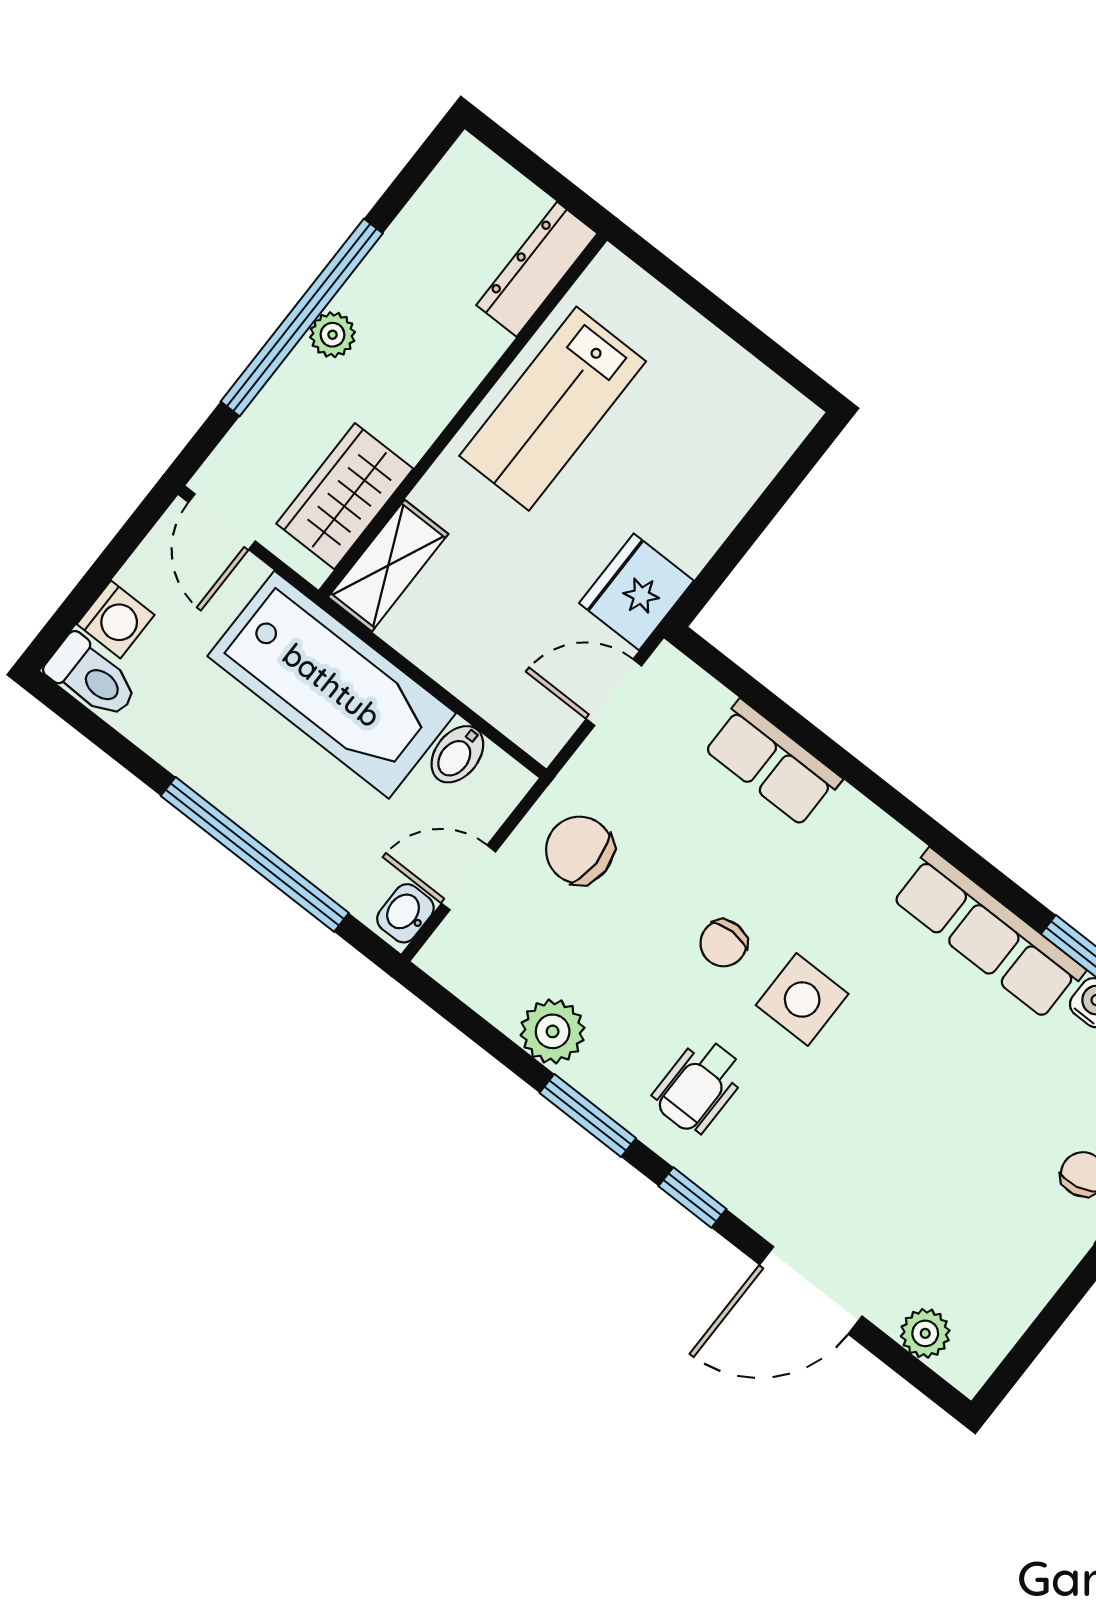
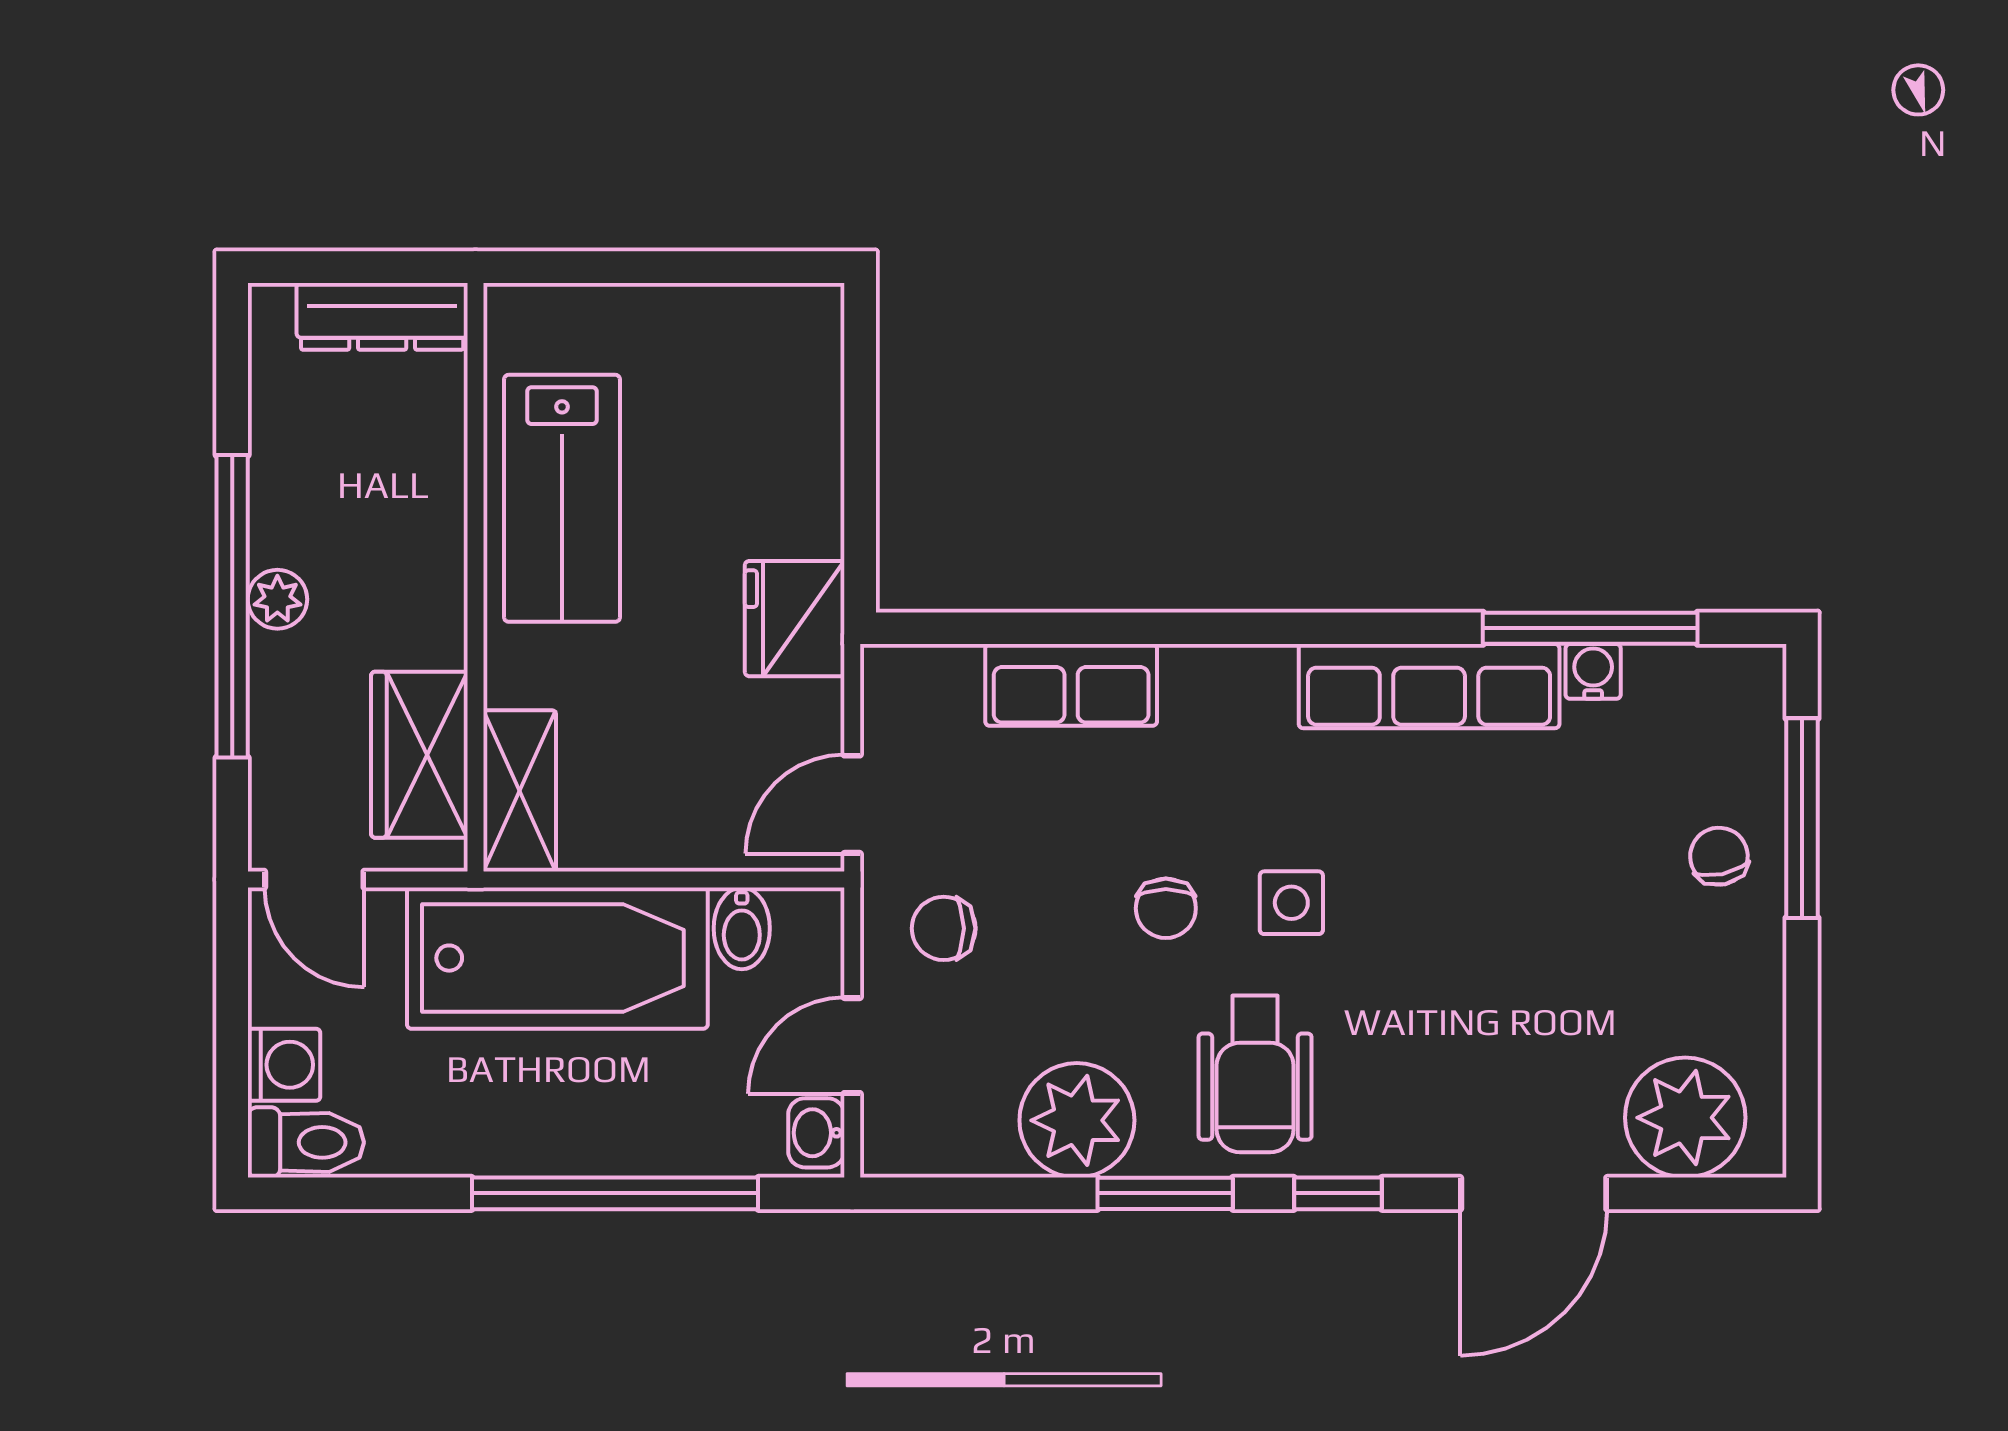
dresser: (537, 269) -> (382, 316), moved, turned -90
door: (614, 692) -> (852, 804), moved
chair: (580, 850) -> (944, 928), width x0.73, depth x0.73
side table: (802, 1000) -> (1291, 903), width x0.73, depth x0.73
plant: (553, 1031) -> (1077, 1120), width x1.36, depth x1.36
wheelchair: (699, 1086) -> (1255, 1074), width x1.36, depth x1.37
plant: (925, 1333) -> (1685, 1118), width x1.87, depth x1.87

